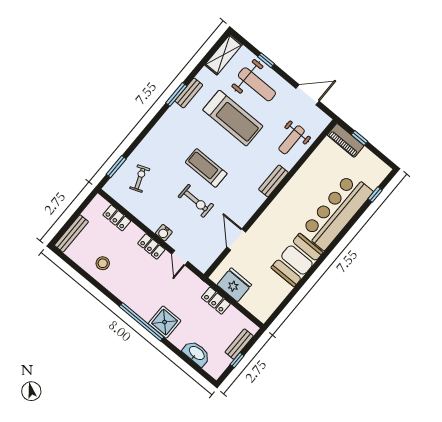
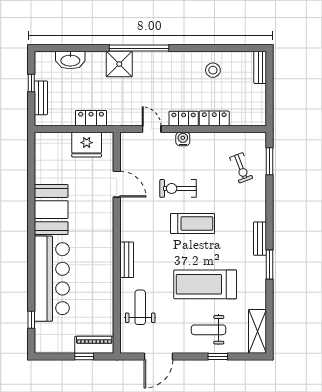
weight bench: (257, 84) -> (209, 330), width x0.73, depth x0.75
bench: (189, 93) -> (260, 239), moved
locker: (117, 218) -> (214, 118), moved
bench: (71, 233) -> (260, 67), width x0.73

